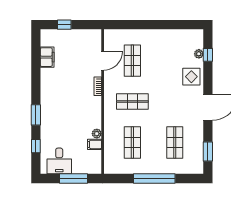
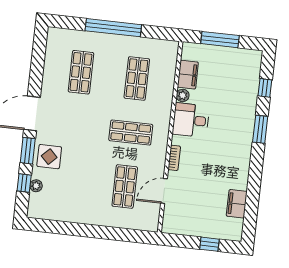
filing cabinet: (95, 144) -> (188, 75), width x2.00
window: (208, 151) -> (28, 151), moved
desk: (59, 161) -> (191, 120), moved, turned -90

